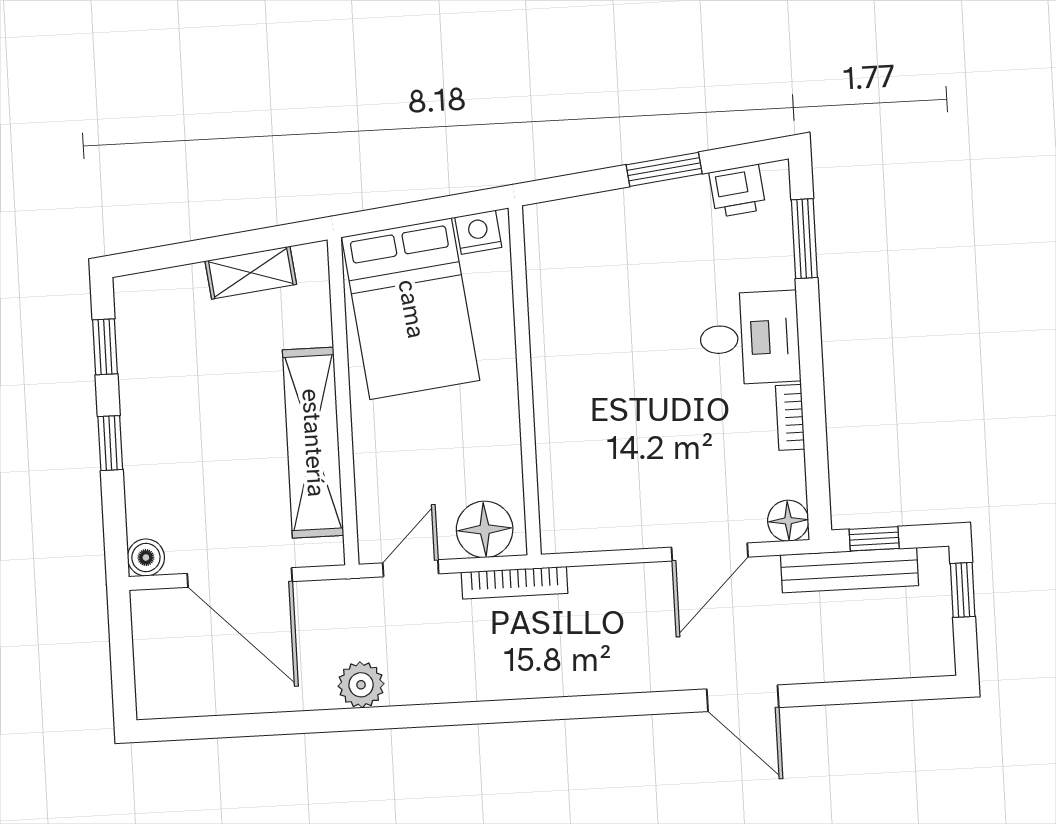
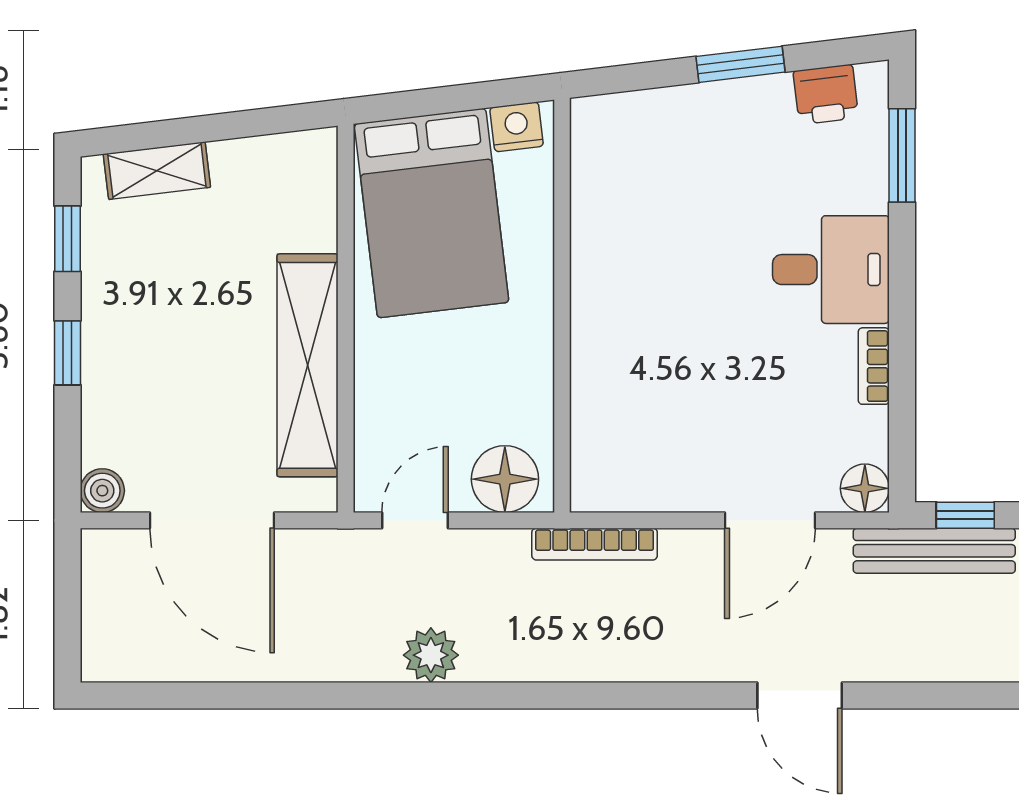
shelving: (251, 273) -> (157, 171), moved
bookcase: (515, 583) -> (595, 544), moved
plant: (361, 685) -> (431, 655), moved

